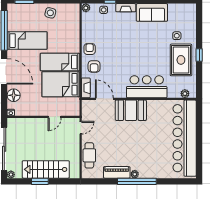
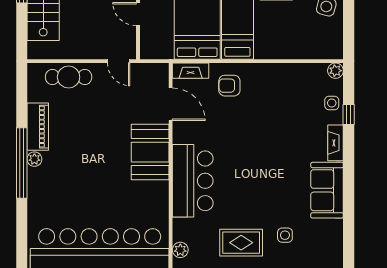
armchair: (90, 49) -> (261, 77), removed
rug: (181, 60) -> (241, 243), width x0.73, depth x0.70
door: (104, 99) -> (171, 104), hinge flipped

